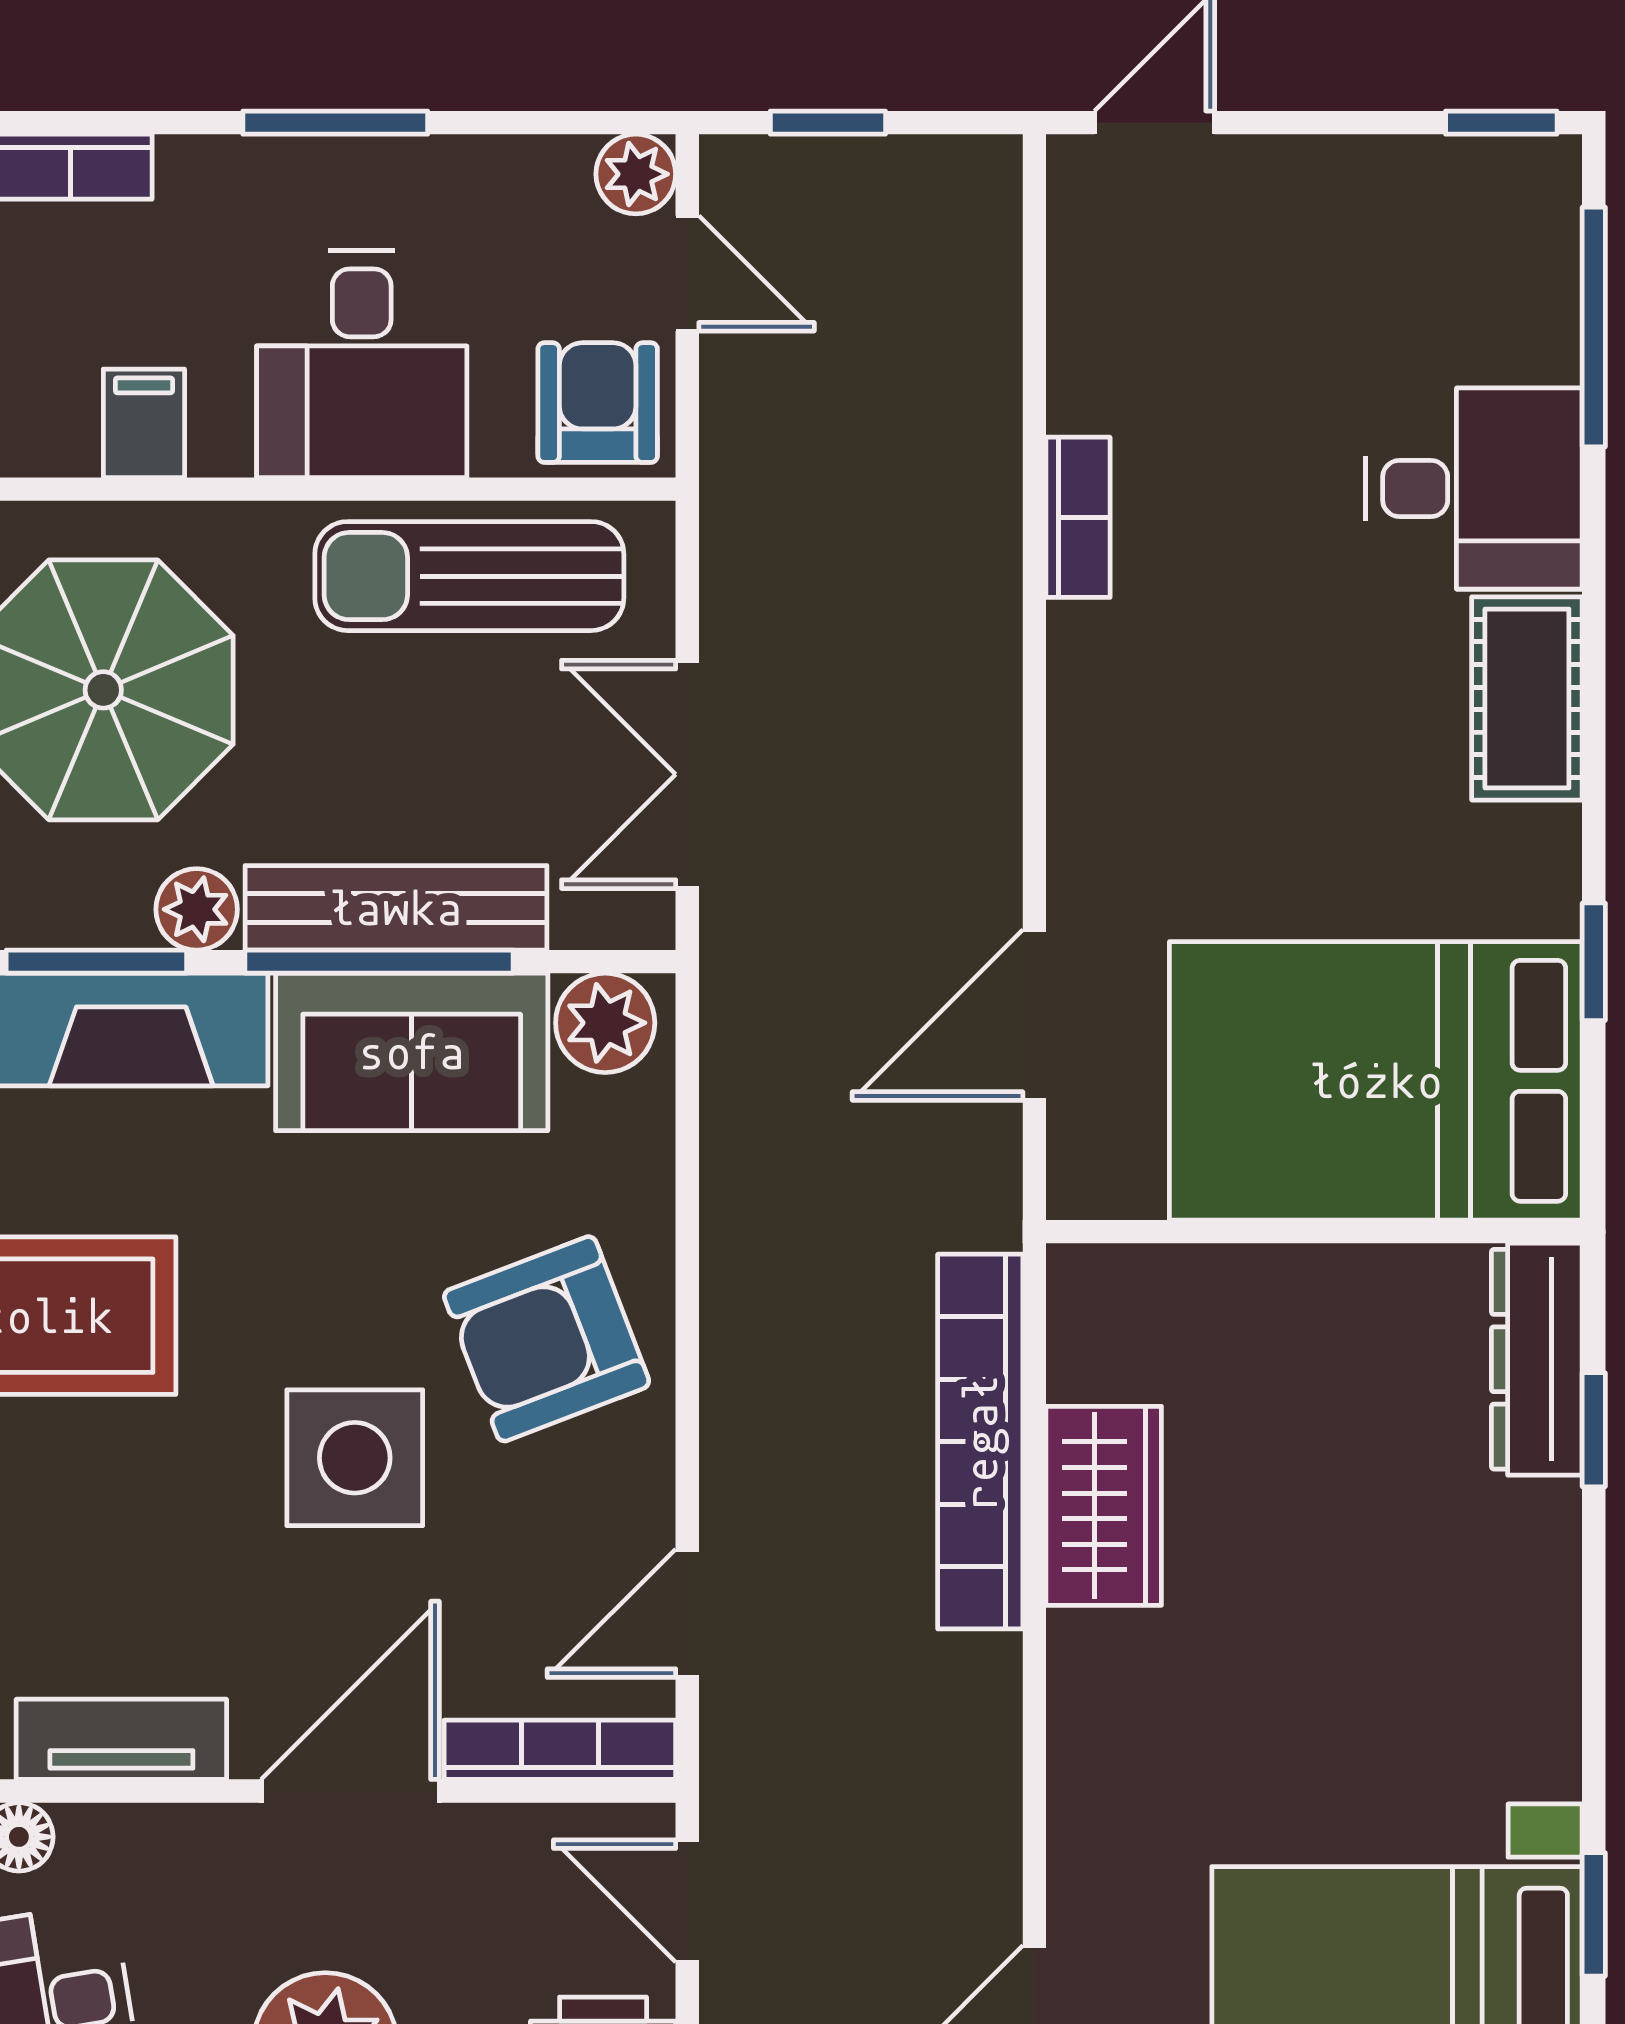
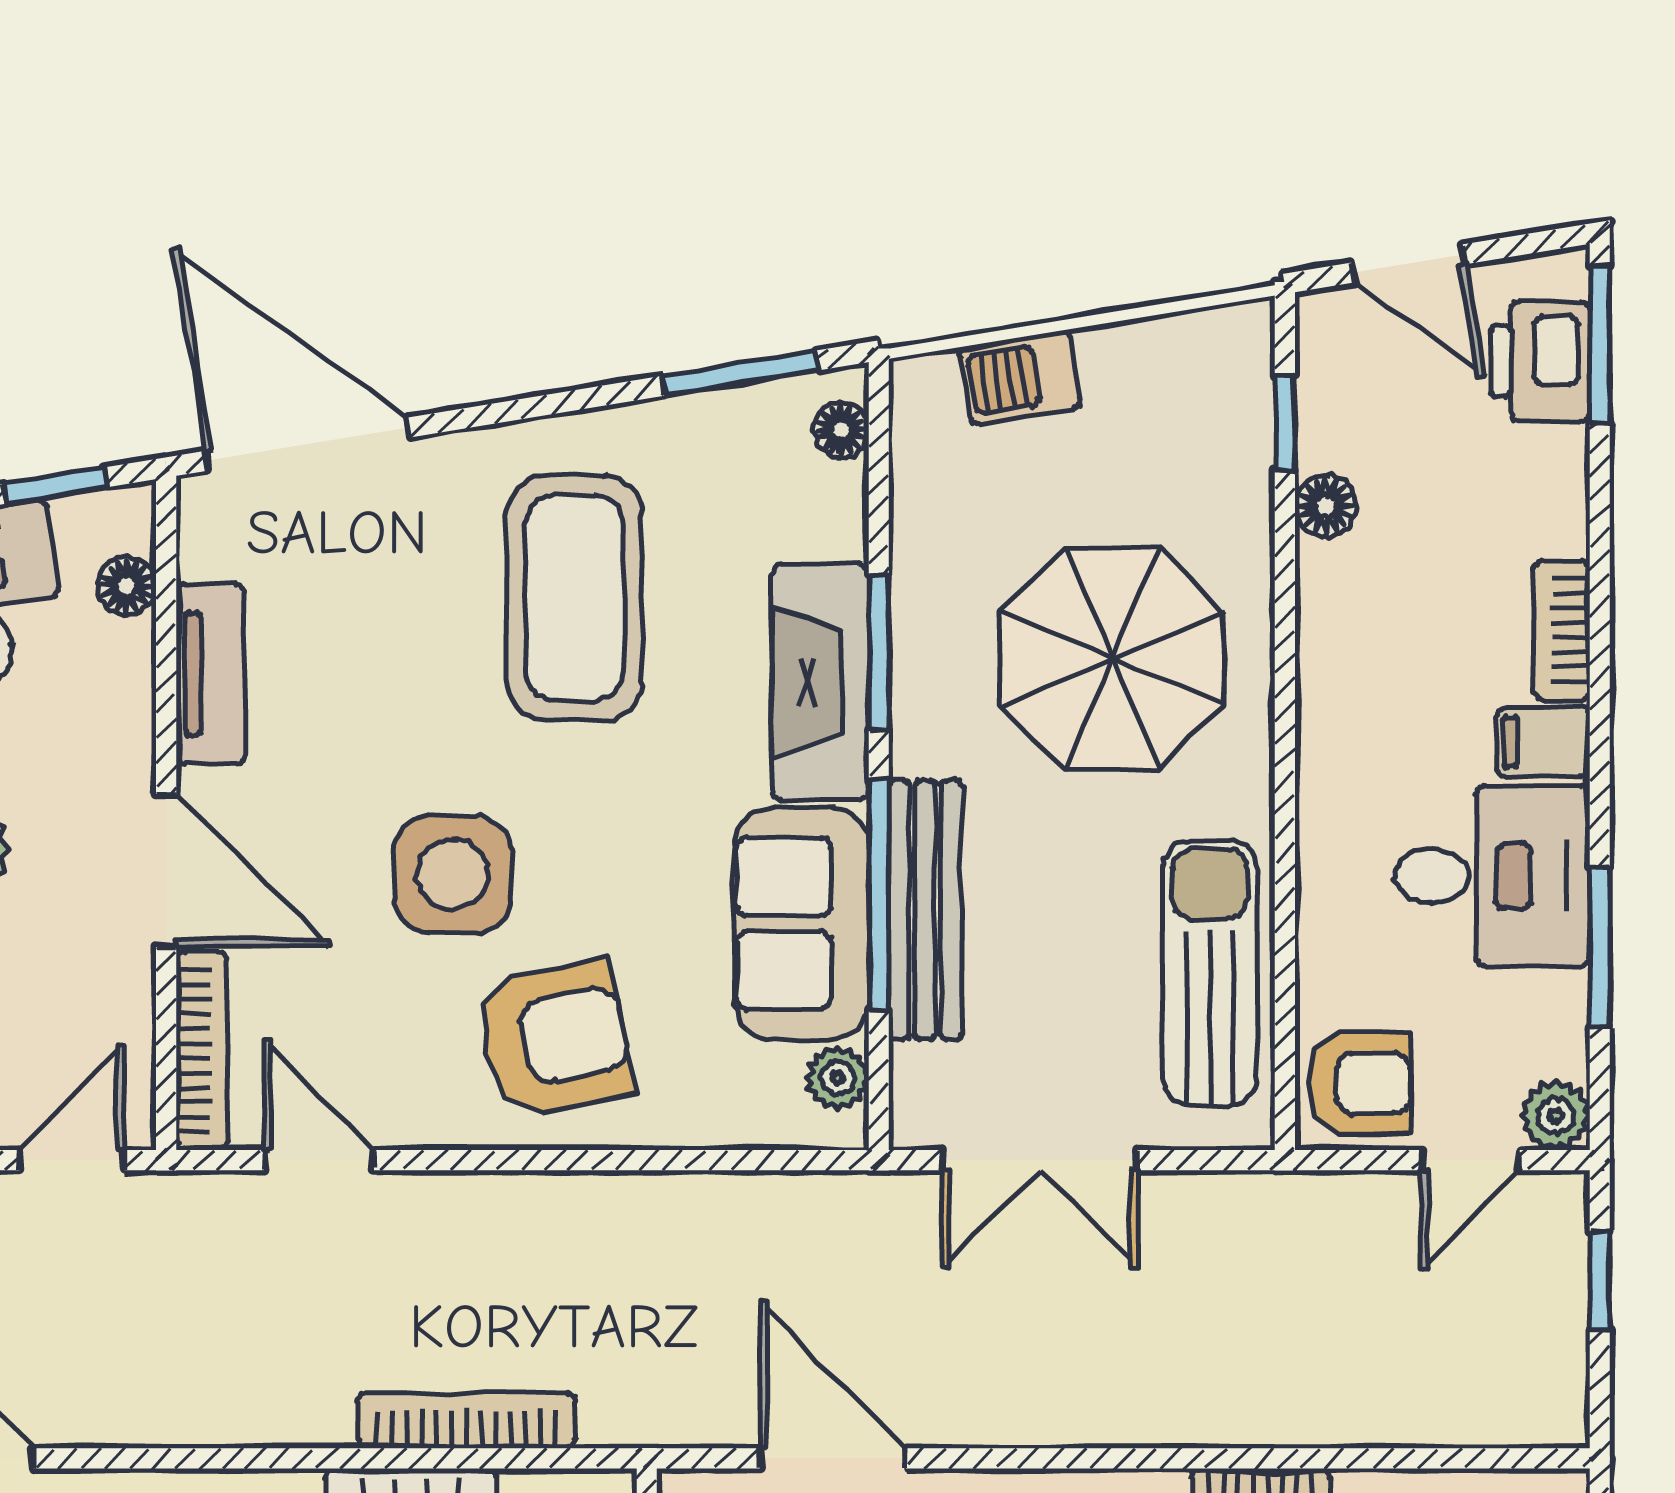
window: (335, 123) -> (1600, 947), moved
desk: (362, 364) -> (1492, 876), moved, turned 180
filing cabinet: (144, 423) -> (1543, 742), moved, turned 180
double door: (687, 774) -> (1040, 1160), swing flipped
plant: (197, 909) -> (924, 739), removed
plant: (605, 1023) -> (838, 1078), width x0.73, depth x0.73
armchair: (547, 1339) -> (555, 1039), turned 99
bookcase: (980, 1442) -> (466, 1421), width x0.68, depth x0.76

